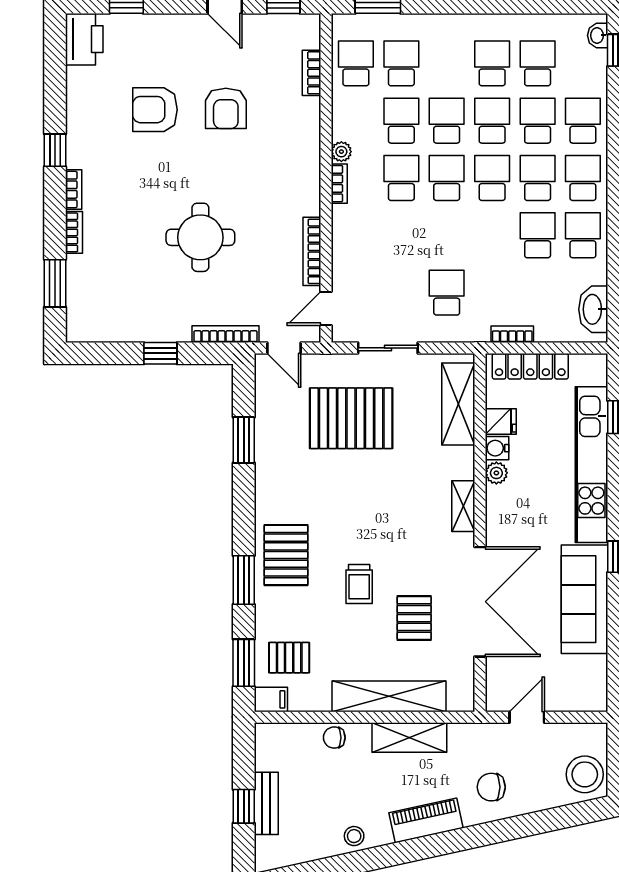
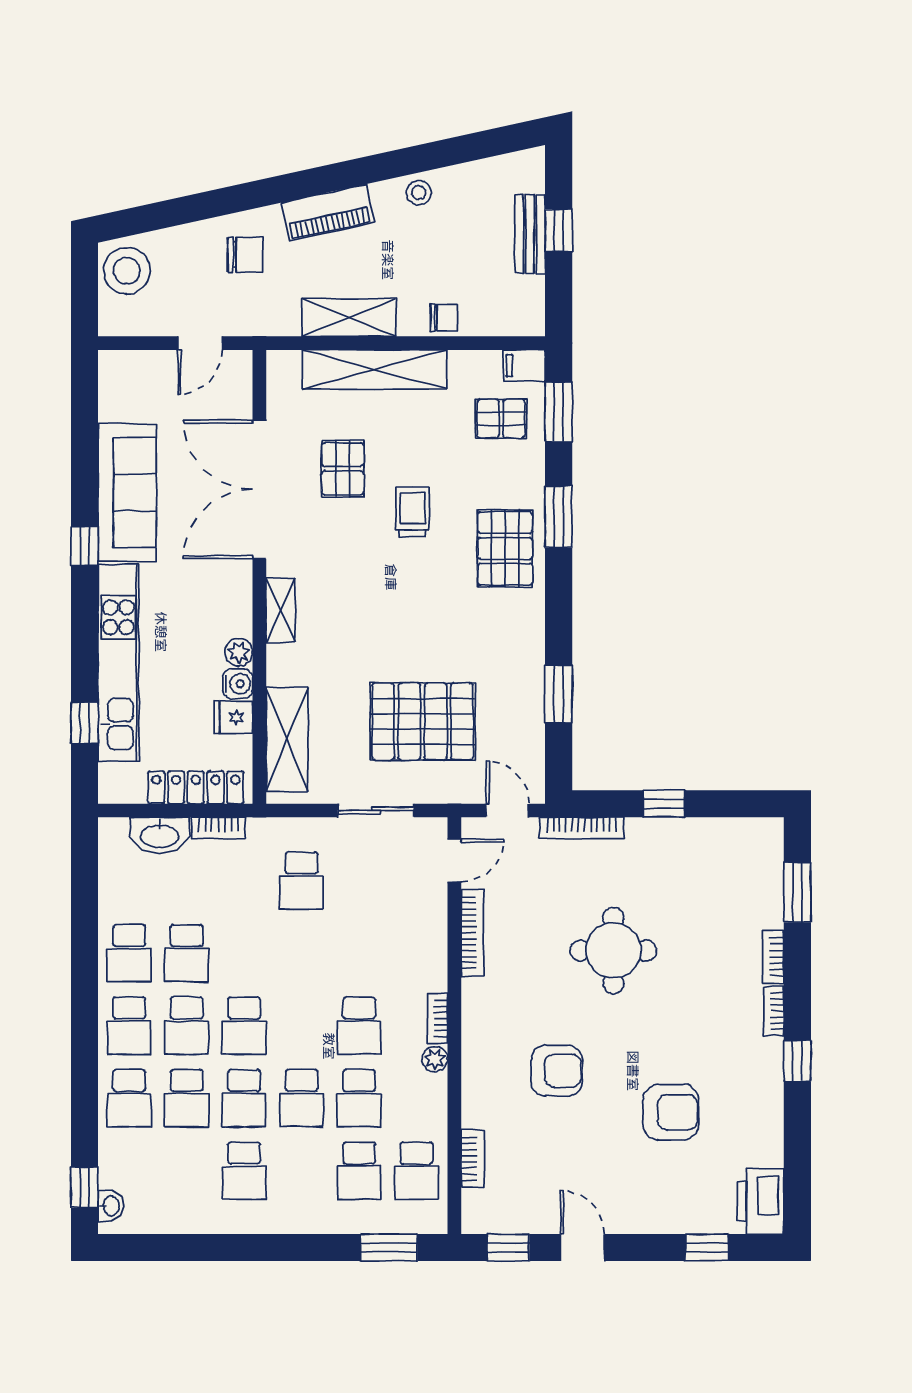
school desk: (538, 63) -> (187, 1171), removed
armchair: (226, 108) -> (557, 1071), moved, turned 90
school desk: (447, 178) -> (302, 1026), removed
washbasin: (593, 309) -> (160, 835), moved, turned 90

